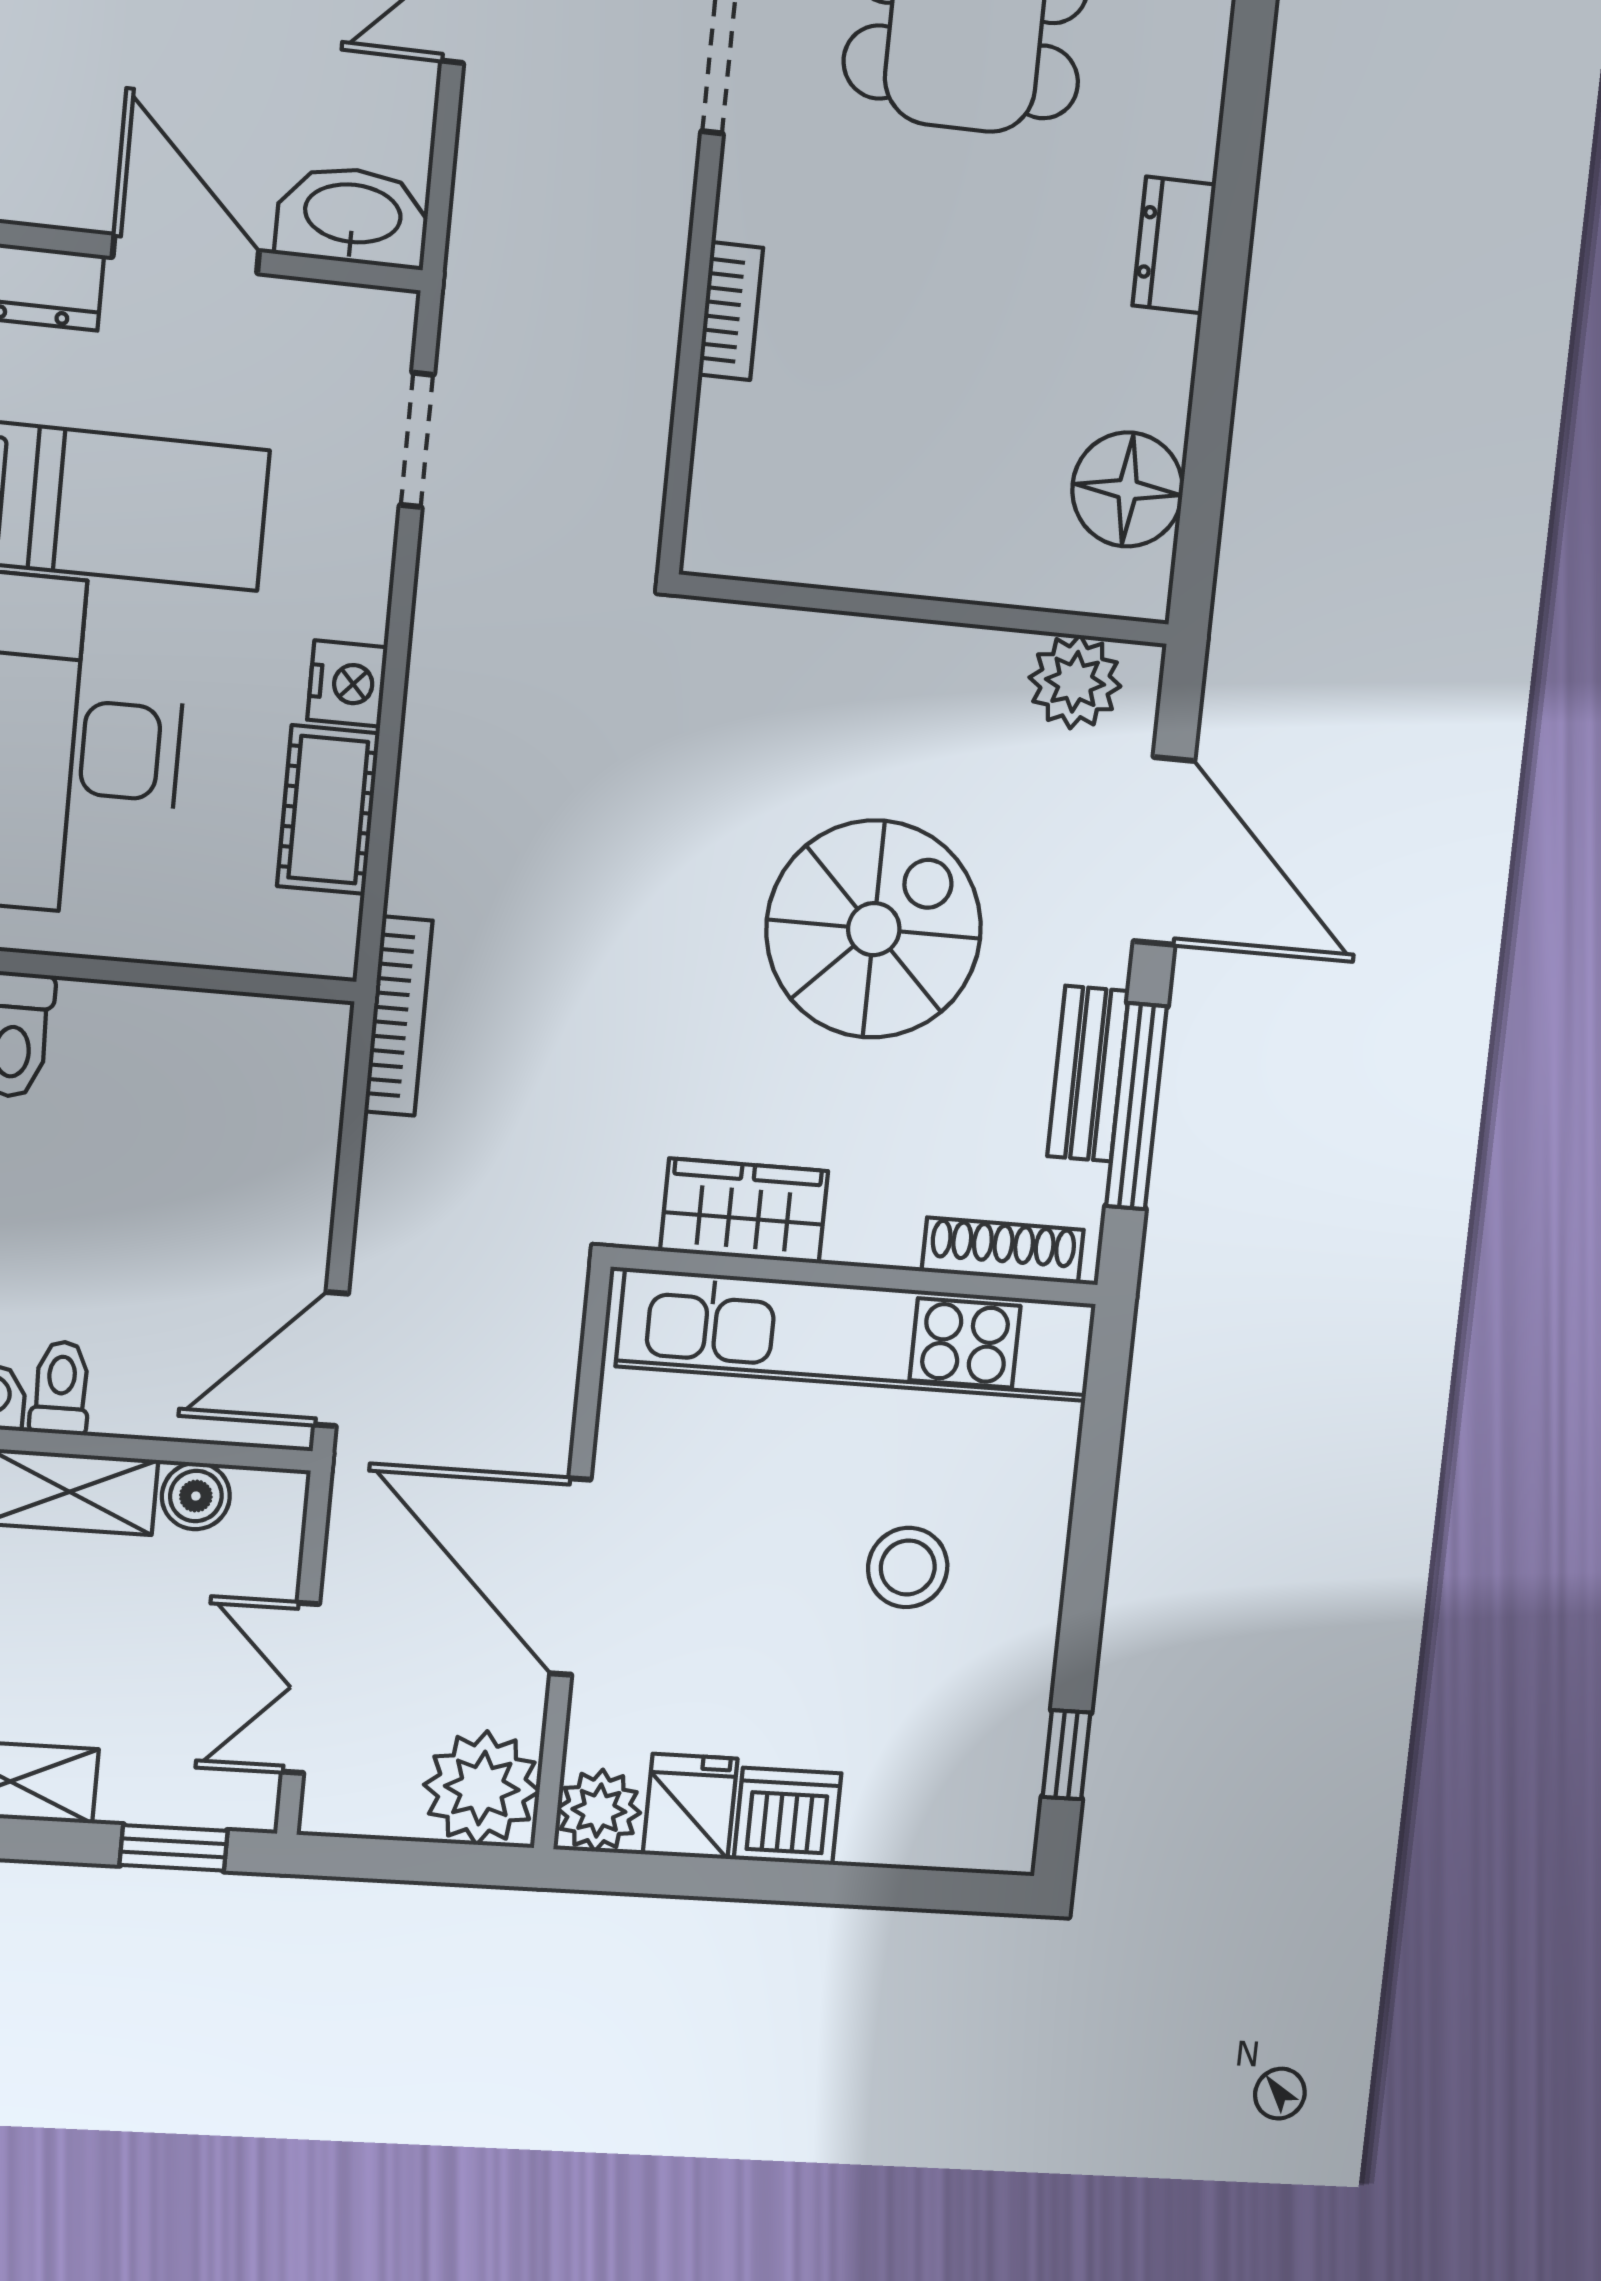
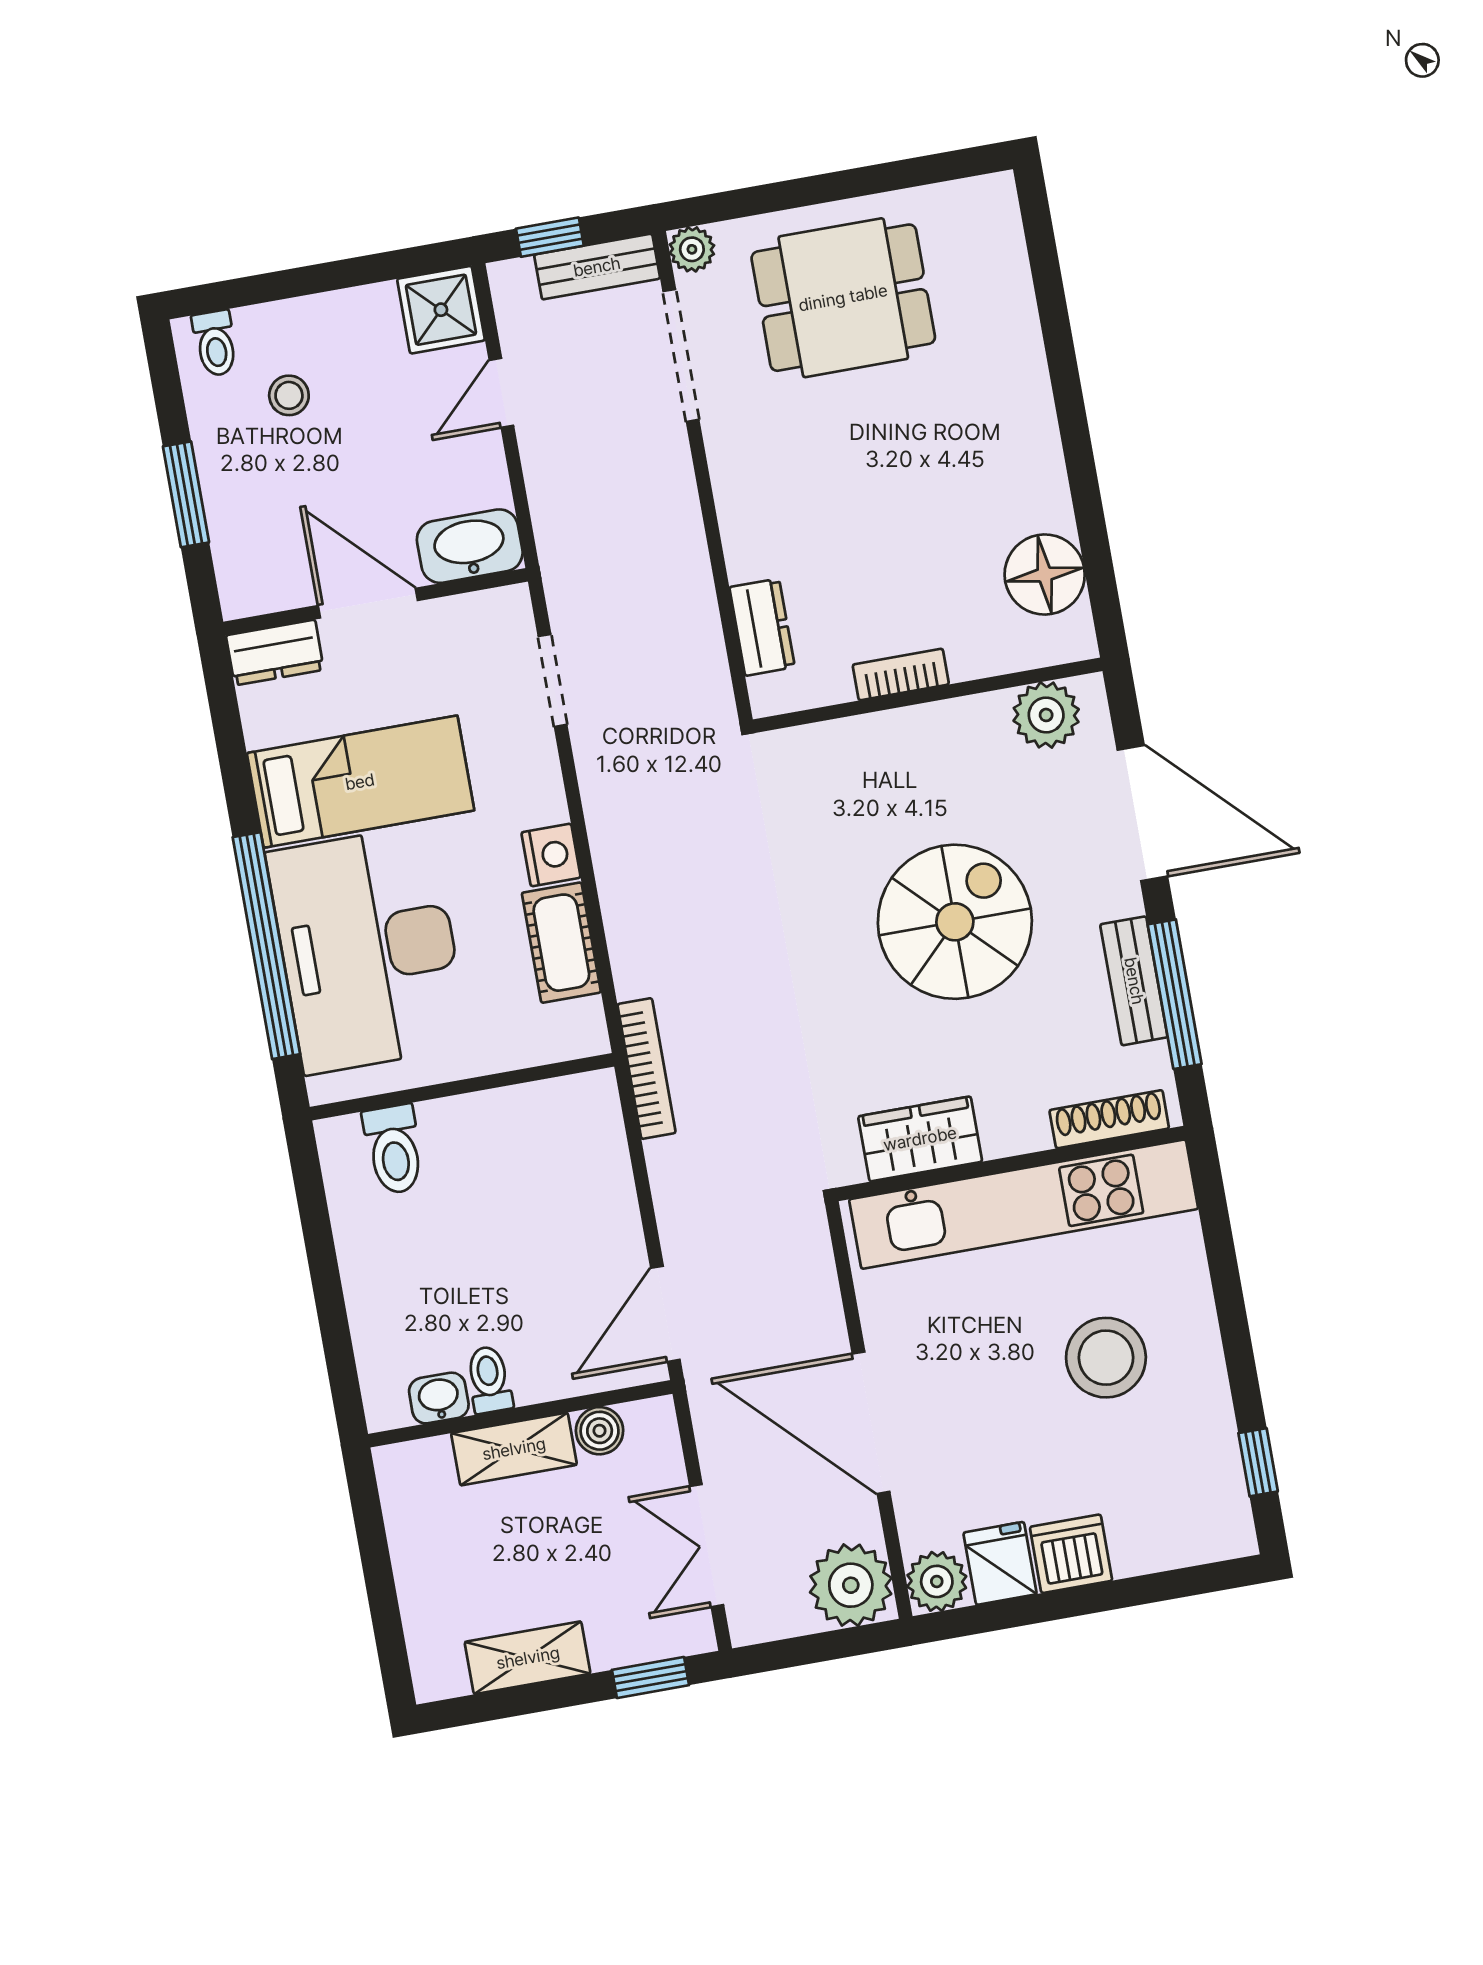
dresser: (1174, 245) -> (762, 627), moved, turned 180
bookcase: (731, 311) -> (901, 675), moved, turned -90
stool: (908, 1567) -> (1106, 1358), width x1.38, depth x1.38

